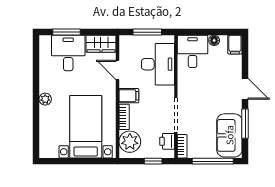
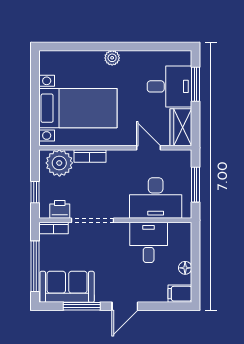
desk: (193, 51) -> (149, 242), moved, turned -90
door: (118, 70) -> (148, 148), hinge flipped
filing cabinet: (129, 96) -> (116, 162), removed

